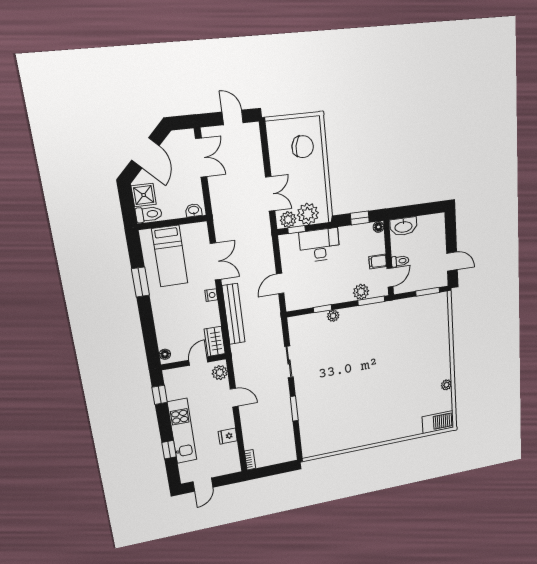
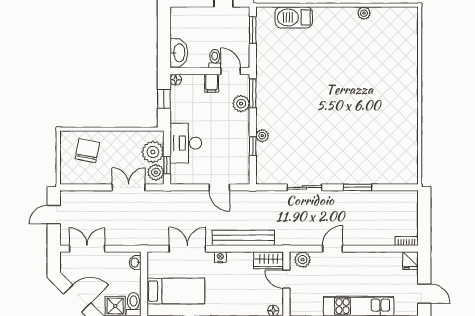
barbecue: (438, 422) -> (294, 17), moved, turned -90
fridge: (228, 436) -> (410, 261), moved

